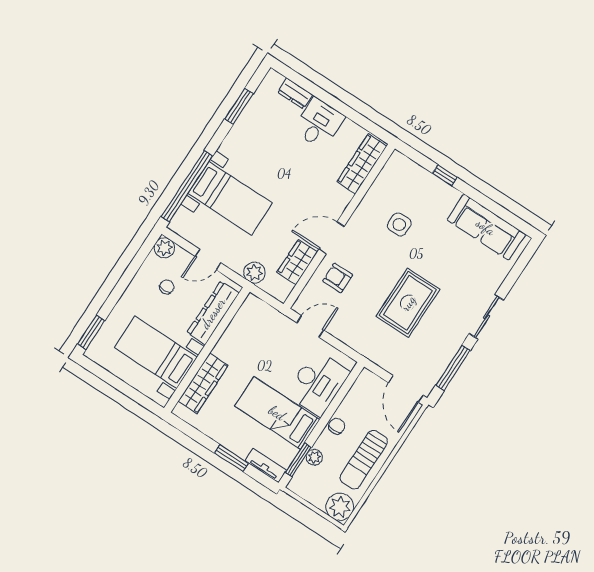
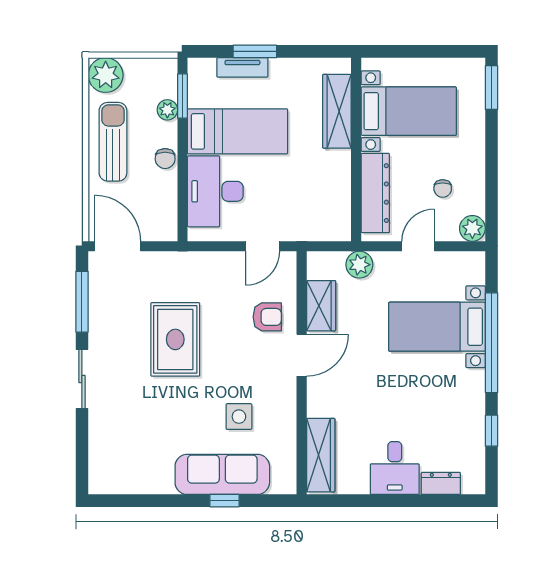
window: (239, 106) -> (491, 431), width x0.67
window: (187, 186) -> (491, 343), moved
sofa: (486, 227) -> (222, 474), moved
tv unit: (266, 466) -> (242, 67), moved

